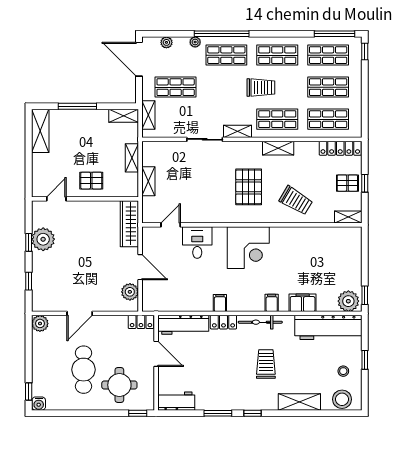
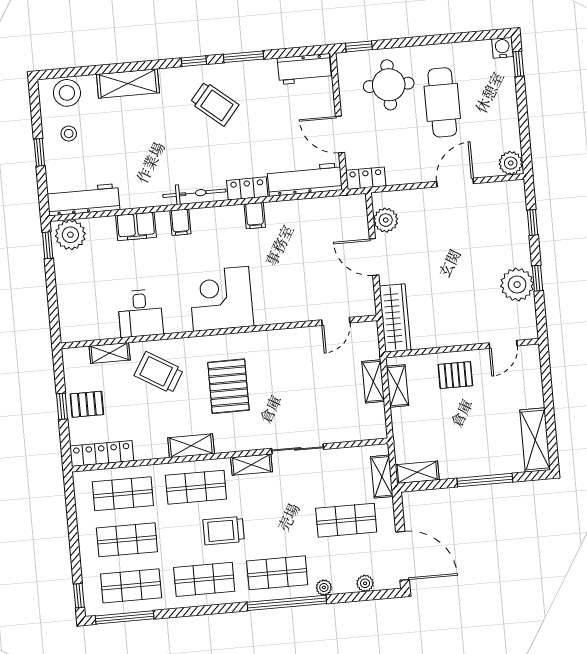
shelving: (132, 158) -> (397, 386), moved
shelving: (348, 217) -> (110, 353), moved
desk: (197, 243) -> (140, 313), moved
workbench: (328, 327) -> (83, 200), width x0.73, depth x0.76
trolley: (266, 364) -> (215, 104), moved, turned -50

